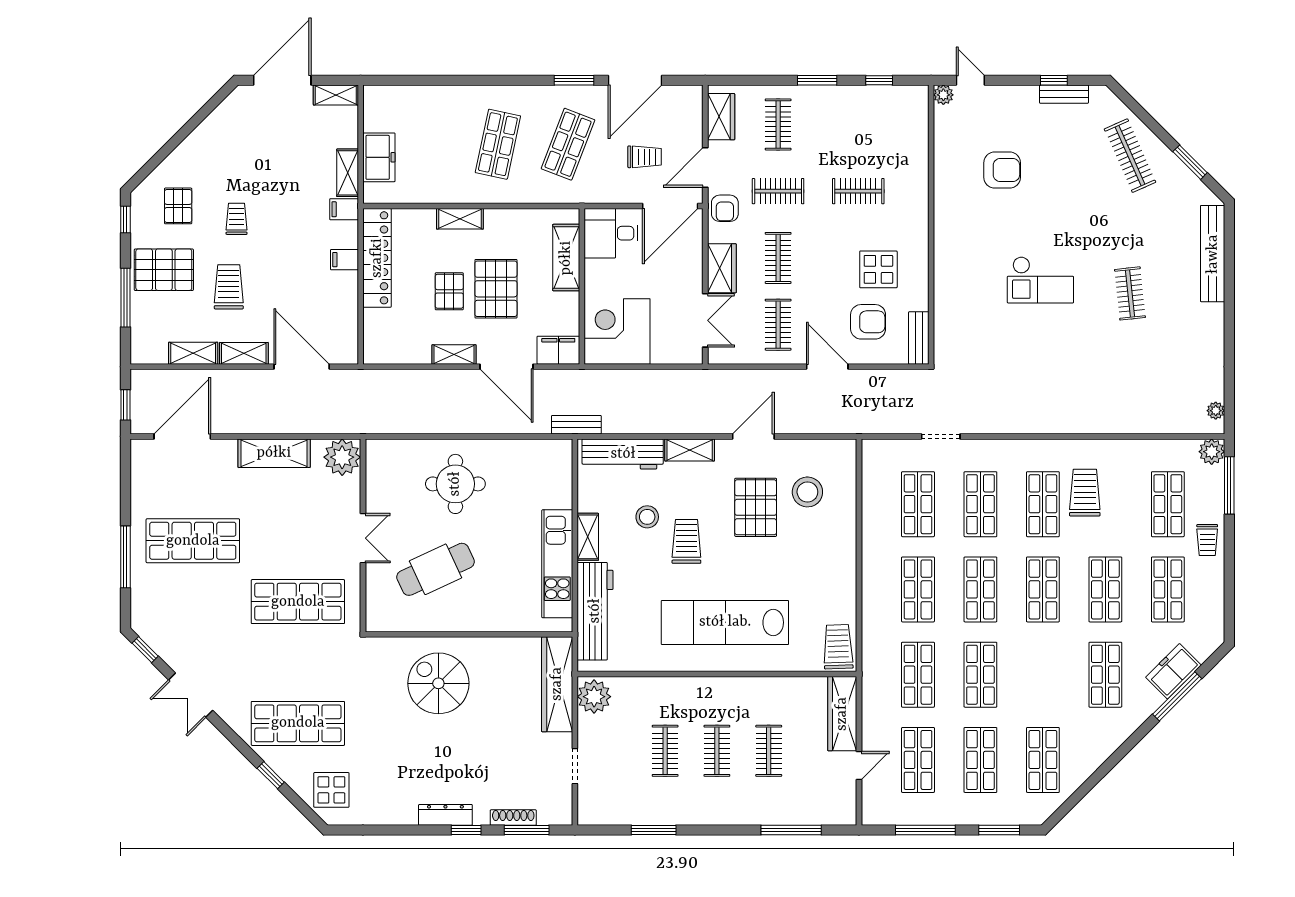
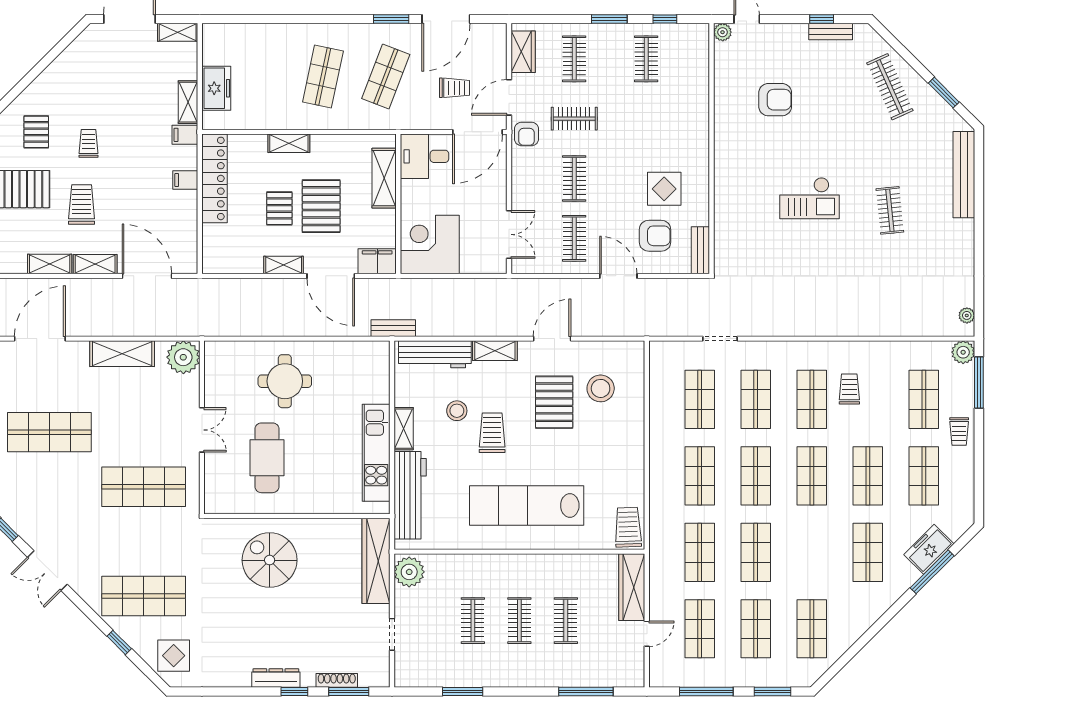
clothes rail: (858, 191) -> (646, 59), moved, turned 90
wardrobe: (722, 268) -> (524, 188), removed
trolley: (1085, 493) -> (849, 389), width x0.73, depth x0.72
cafe table: (435, 569) -> (267, 458), turned -65

